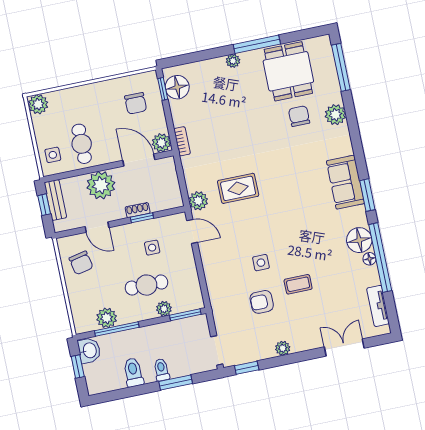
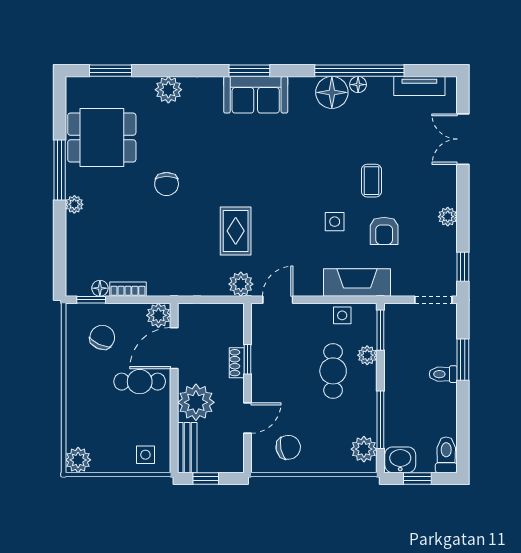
window: (341, 67) -> (110, 71), width x0.69
floor lamp: (177, 87) -> (100, 288), width x0.53, depth x0.53
chair: (136, 103) -> (102, 337), turned -66
chair: (299, 116) -> (167, 184), moved, turned -90
bookcase: (182, 141) -> (128, 289), moved
cafe table: (82, 144) -> (140, 382), moved
window: (367, 195) -> (249, 71), moved
bench: (55, 200) -> (187, 448), moved, turned 90
side table: (152, 248) -> (342, 315), moved
fireplace: (218, 289) -> (357, 283), added
plant: (107, 318) -> (364, 449), moved
toilet: (133, 372) -> (446, 455), moved, turned 90

